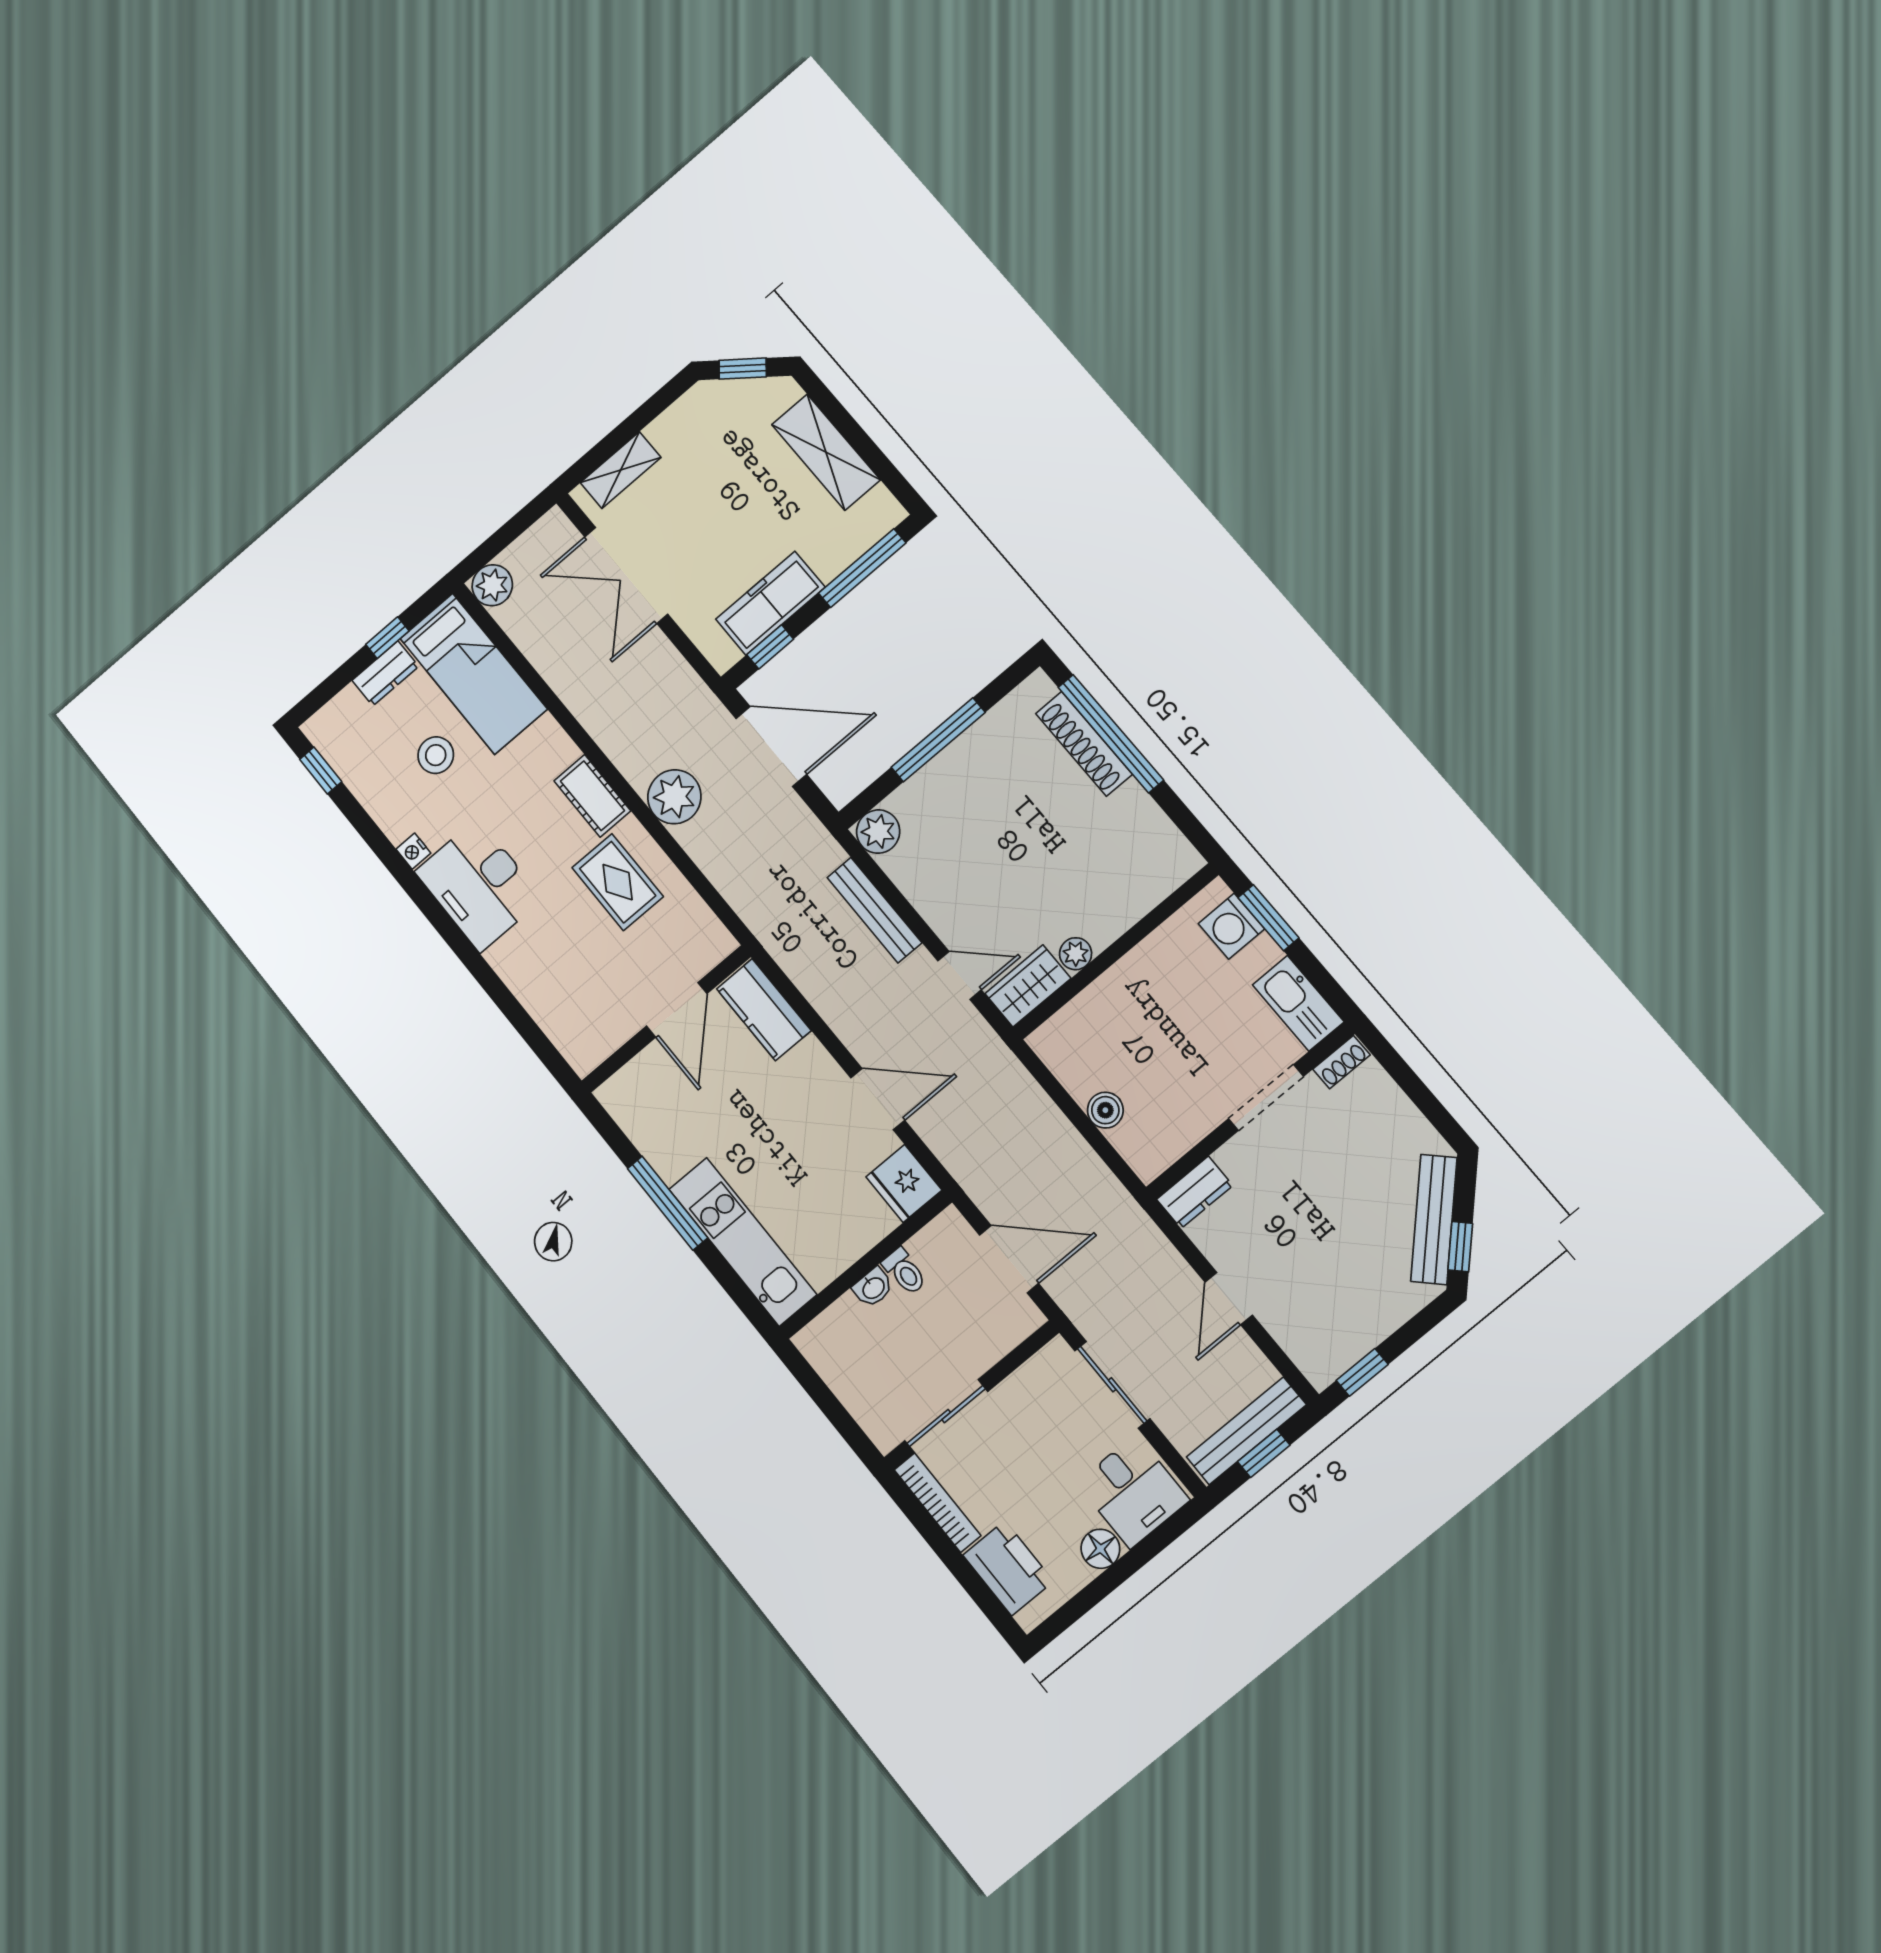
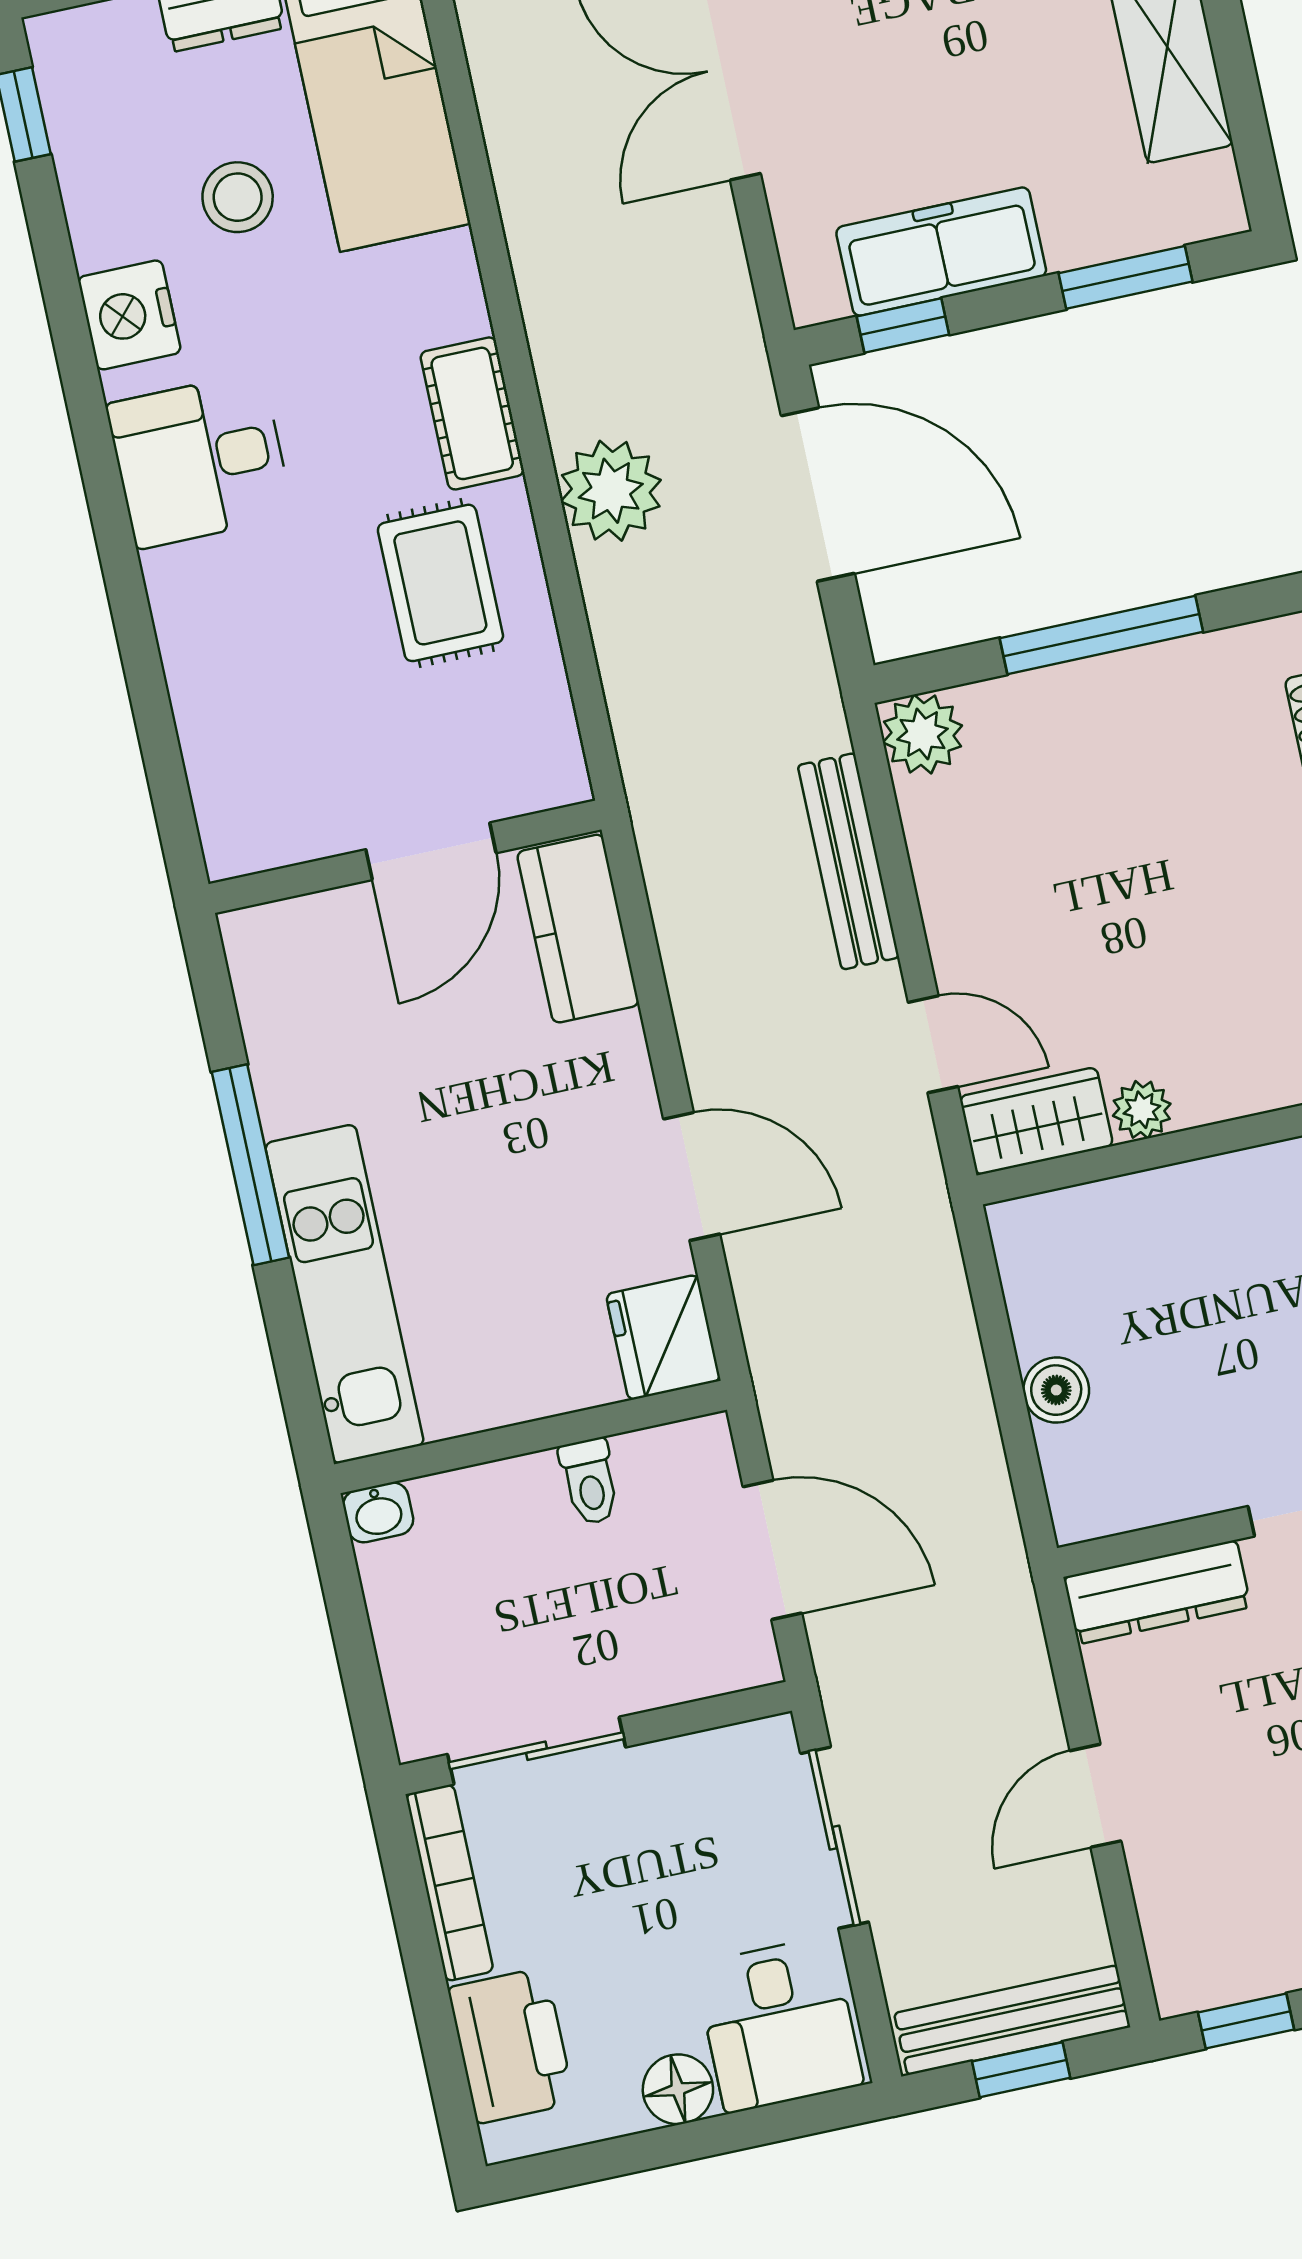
window: (862, 568) -> (1126, 277), width x0.69
nightstand: (413, 851) -> (129, 315), width x1.89, depth x1.79
desk: (479, 885) -> (200, 460), width x0.73
dresser: (1195, 1192) -> (1157, 1592), width x1.44
washbasin: (873, 1287) -> (378, 1512), moved

